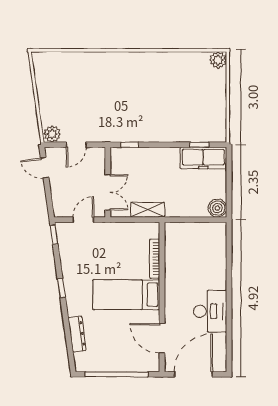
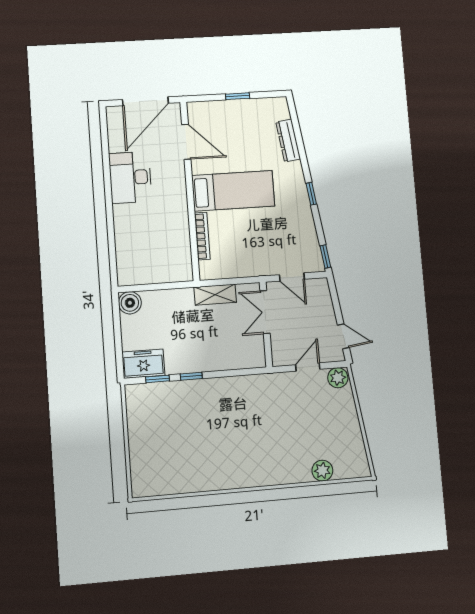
plant: (218, 60) -> (322, 471), moved
window: (130, 145) -> (191, 376), moved
freezer: (203, 158) -> (143, 364), width x0.71
door: (83, 220) -> (292, 277), hinge flipped
window: (116, 374) -> (238, 96), width x0.32

